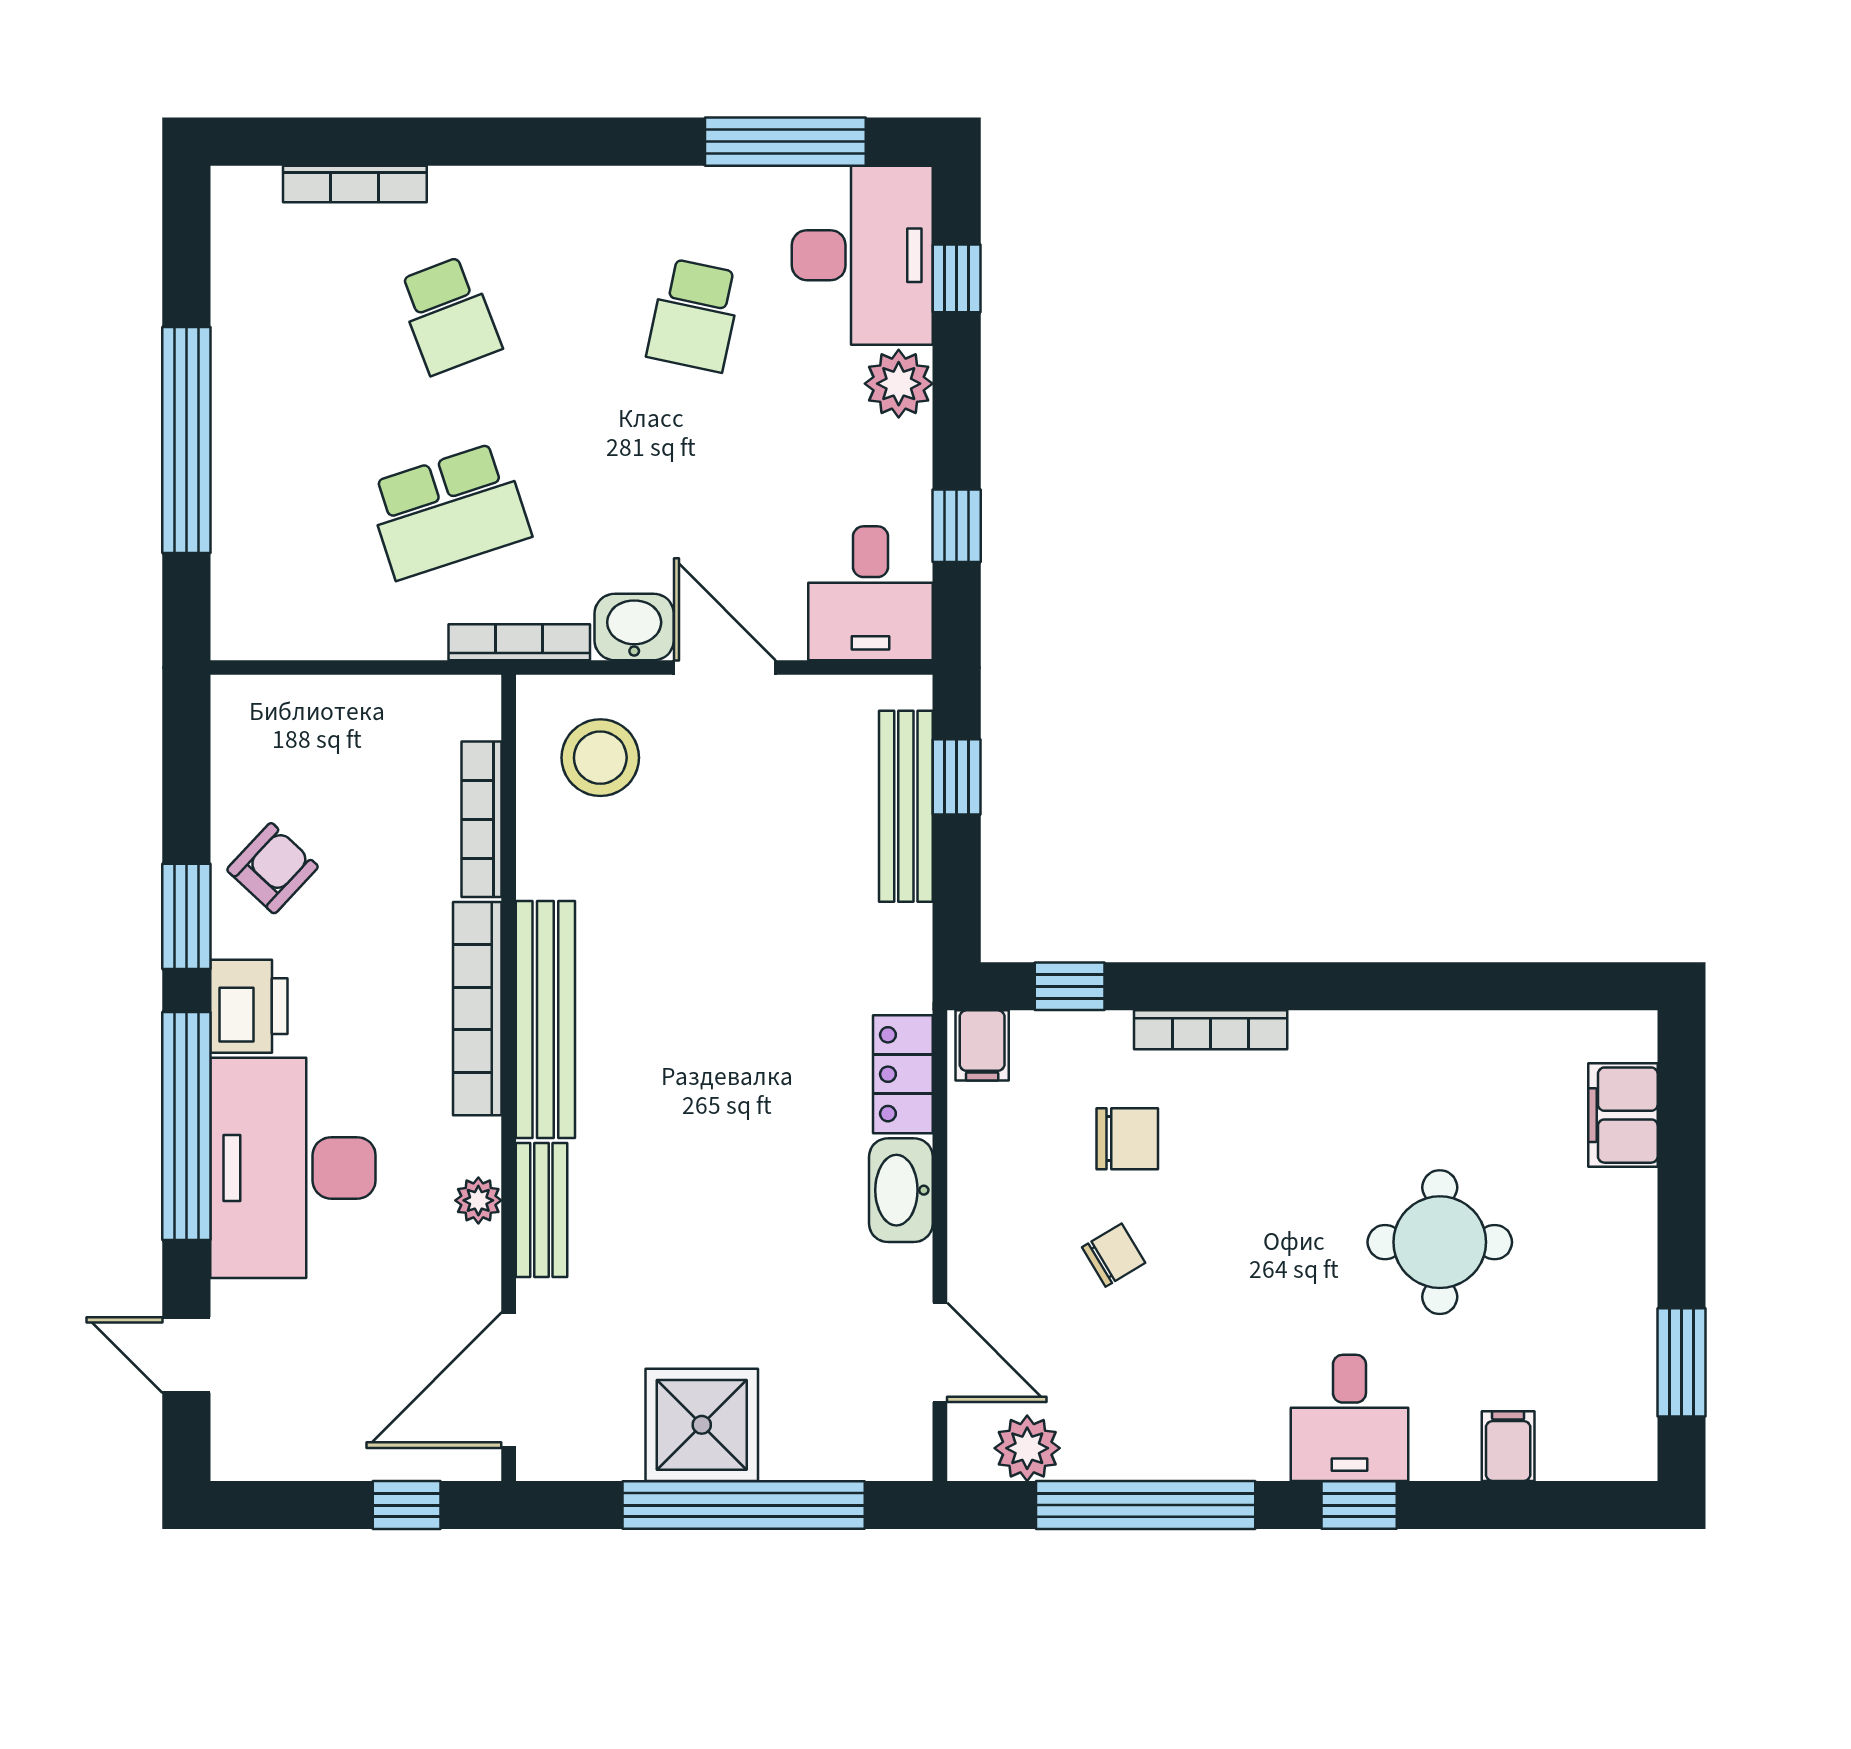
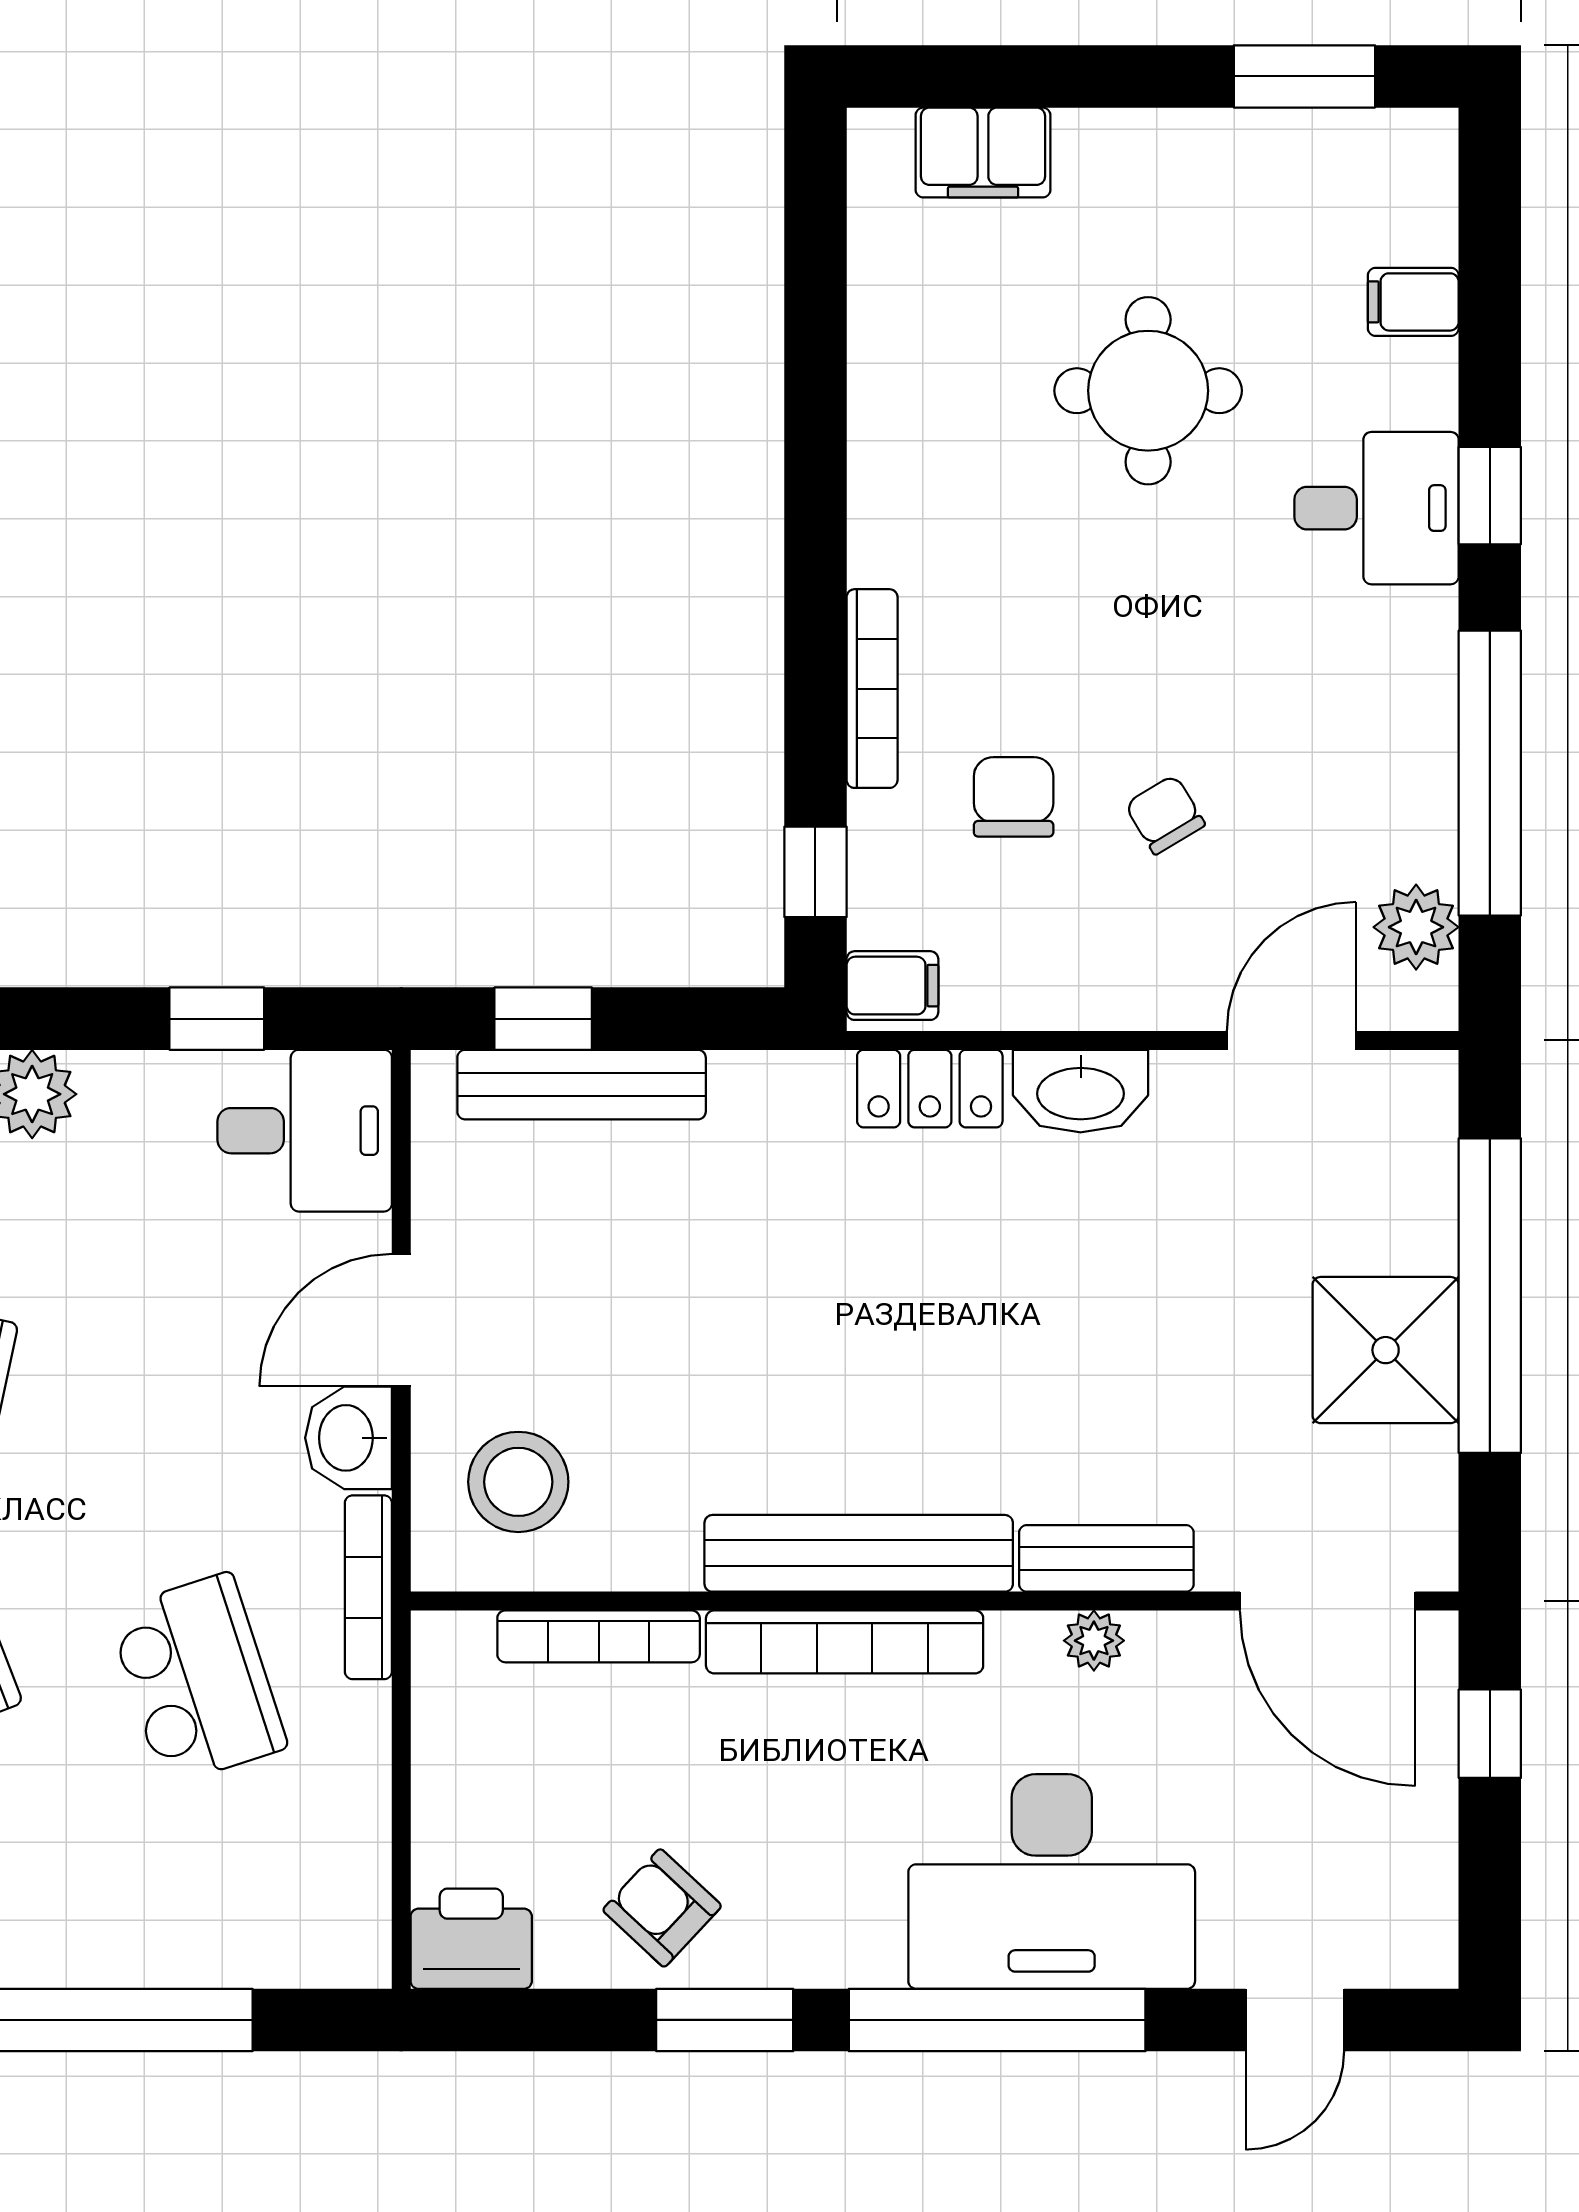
printer: (249, 1006) -> (471, 1939), moved

